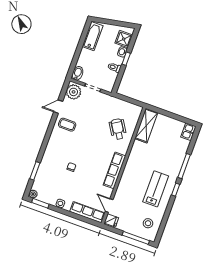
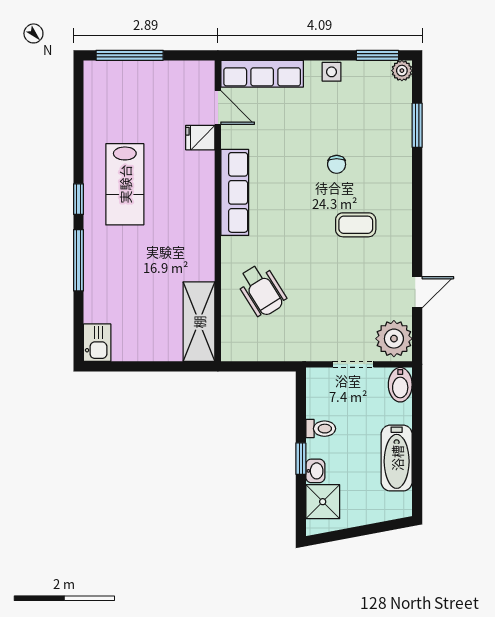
bathtub: (93, 36) -> (397, 458), moved
coffee table: (67, 125) -> (356, 225), moved
fridge: (111, 220) -> (200, 138), moved
stool: (148, 223) -> (114, 99), removed

